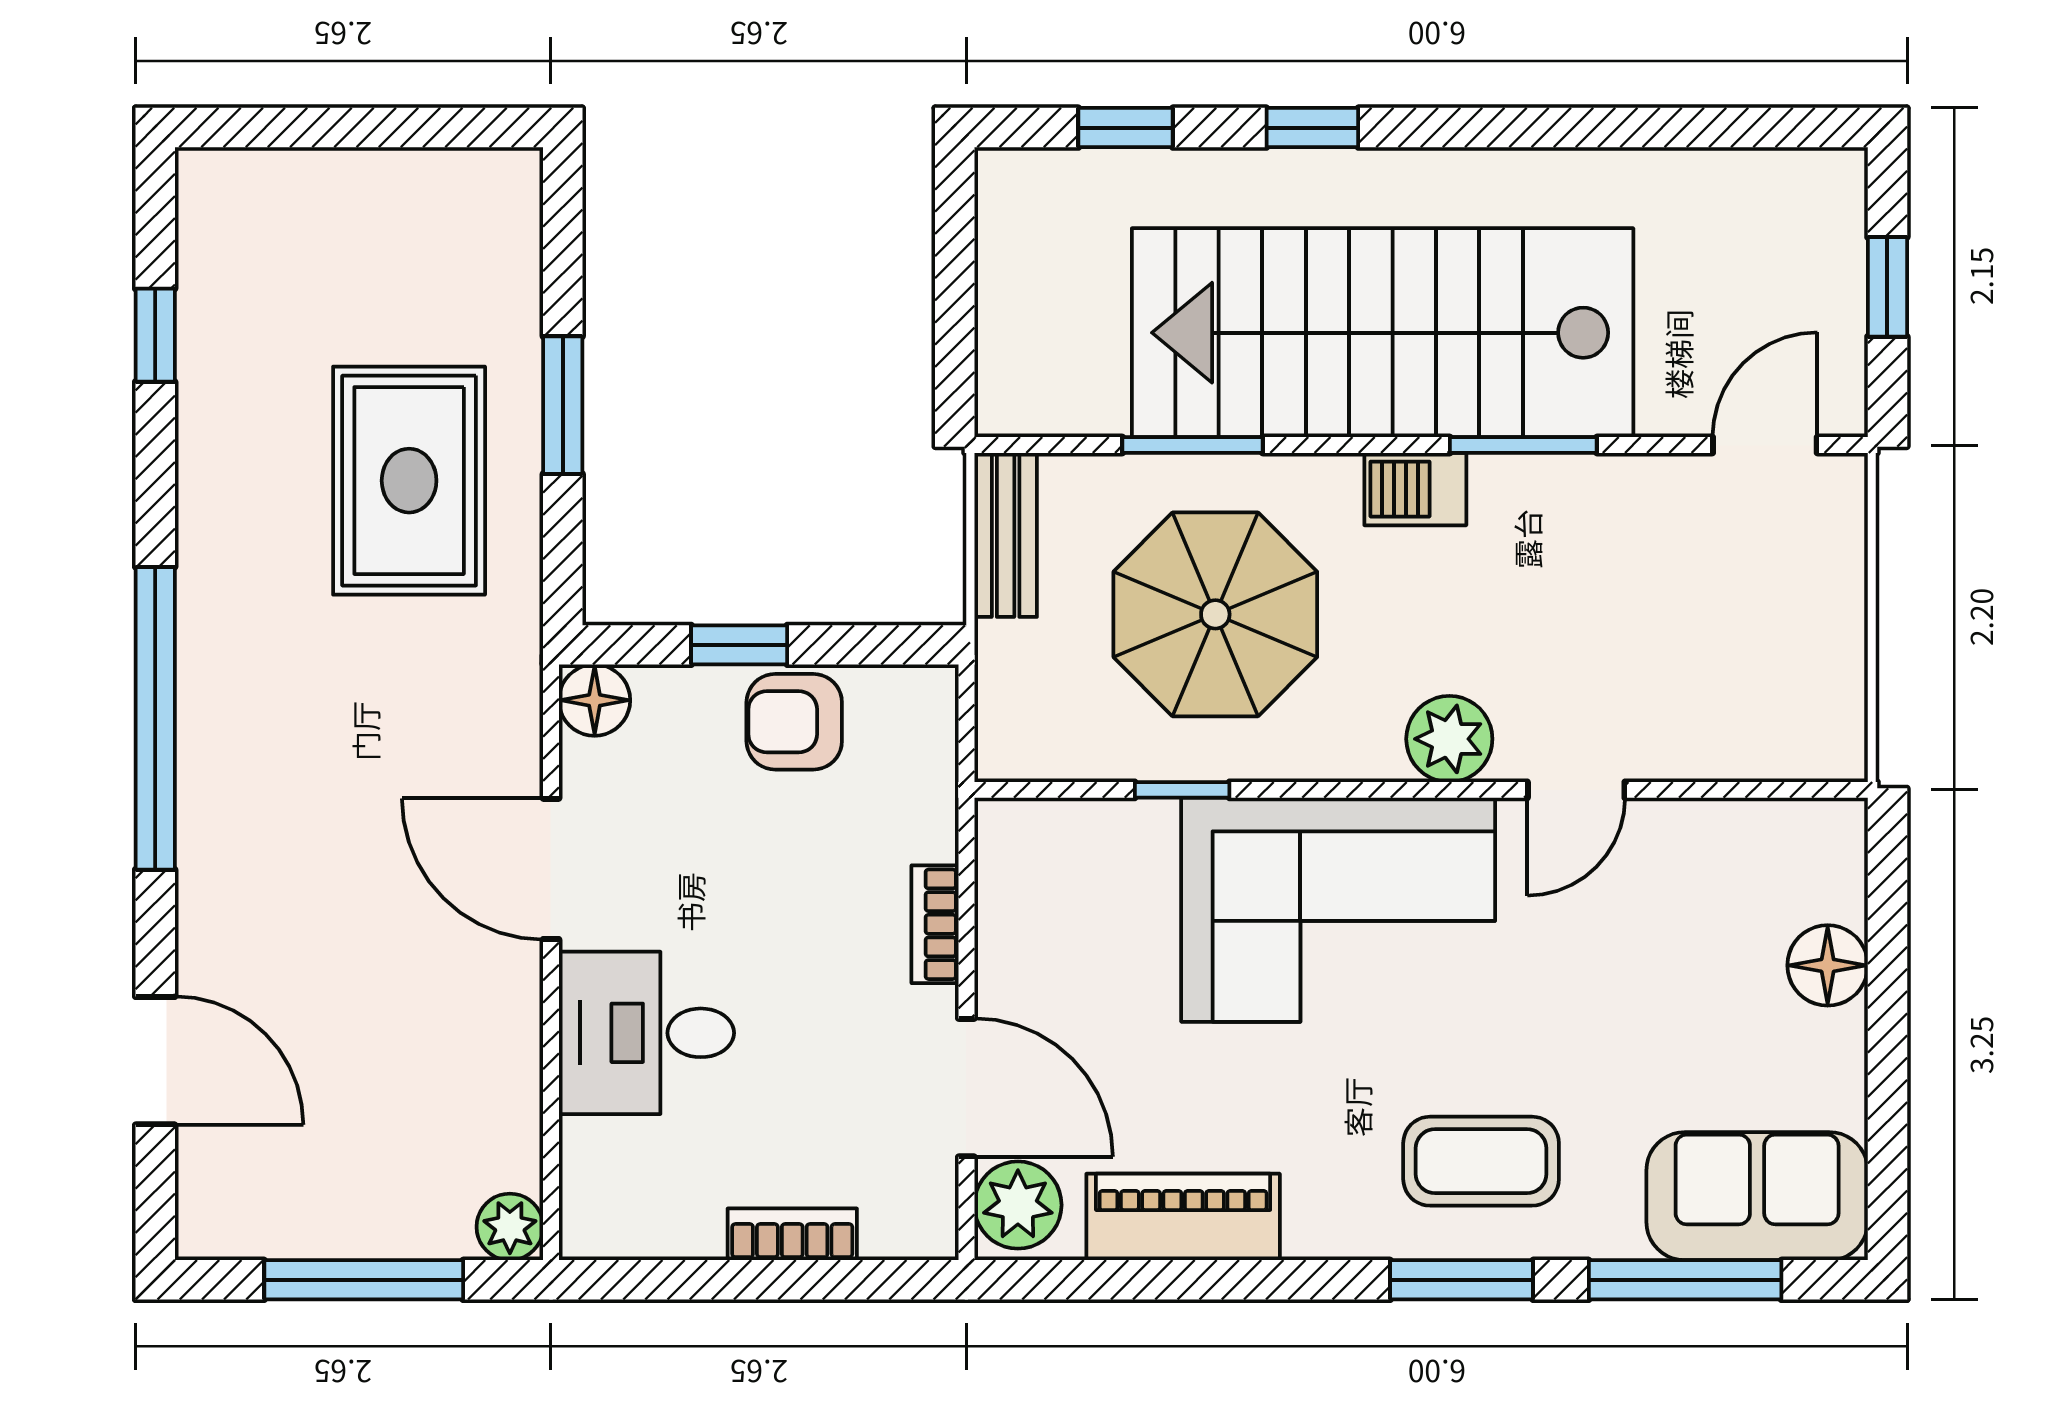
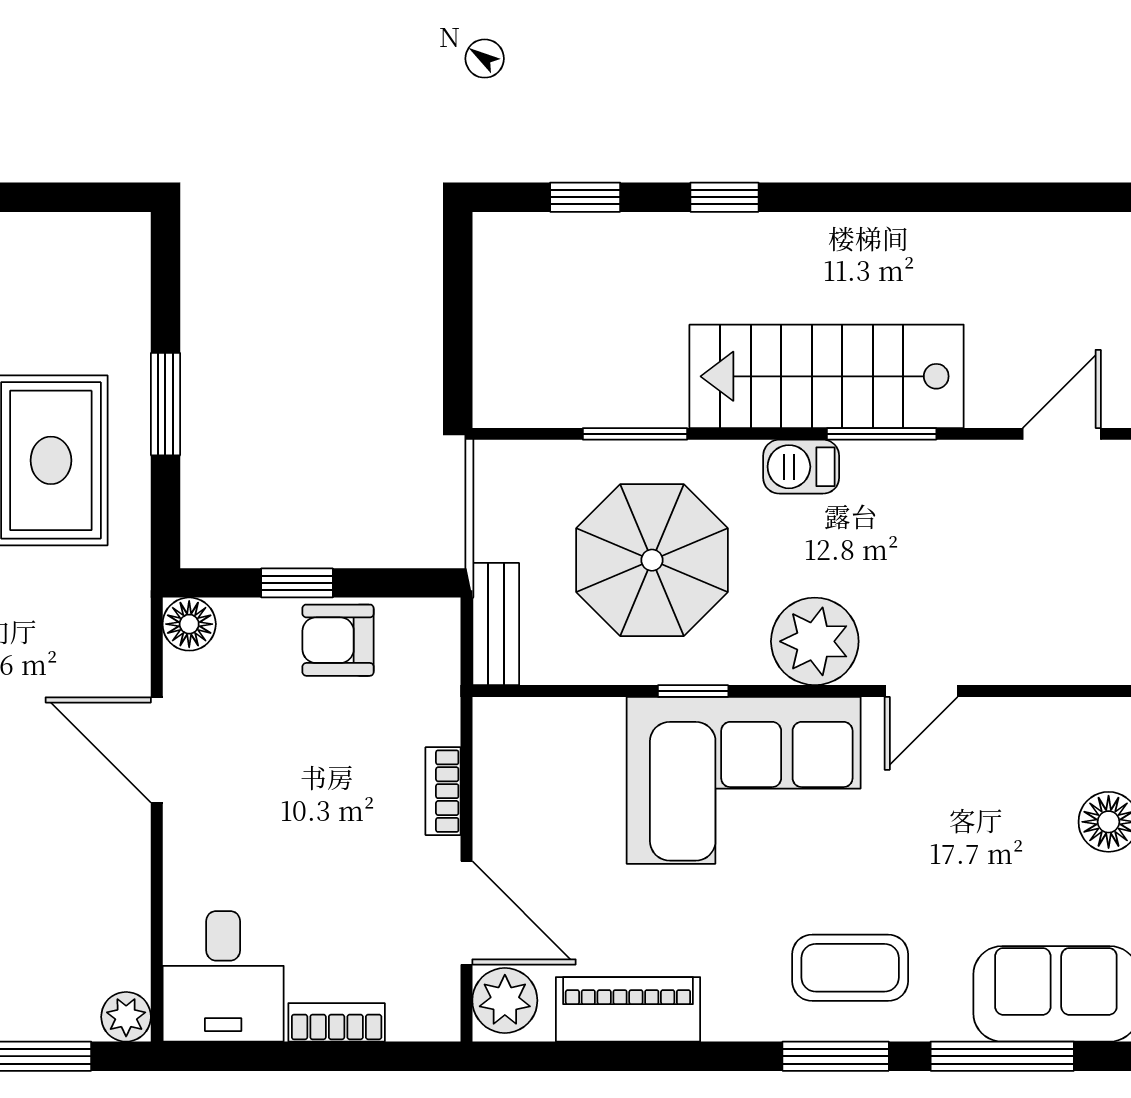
stairs: (1383, 333) -> (827, 376), width x0.73, depth x0.66
bench: (1006, 535) -> (496, 624), moved
plant: (1449, 739) -> (815, 641), width x1.36, depth x1.36
window: (1182, 790) -> (693, 691), moved
desk: (646, 1033) -> (223, 976), moved, turned -90

